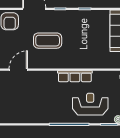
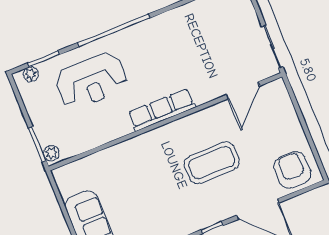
row of seats: (75, 76) -> (162, 110), moved

